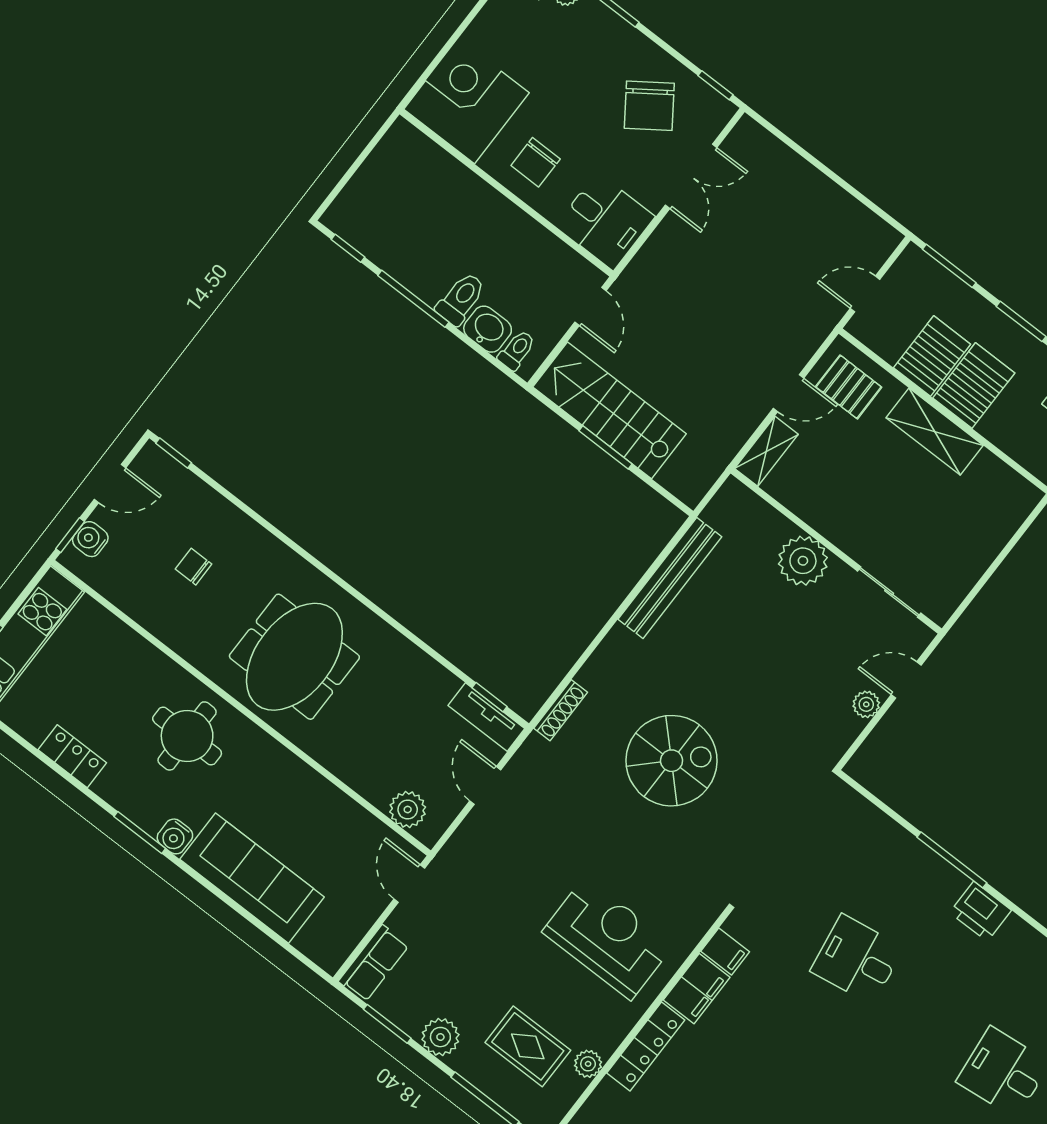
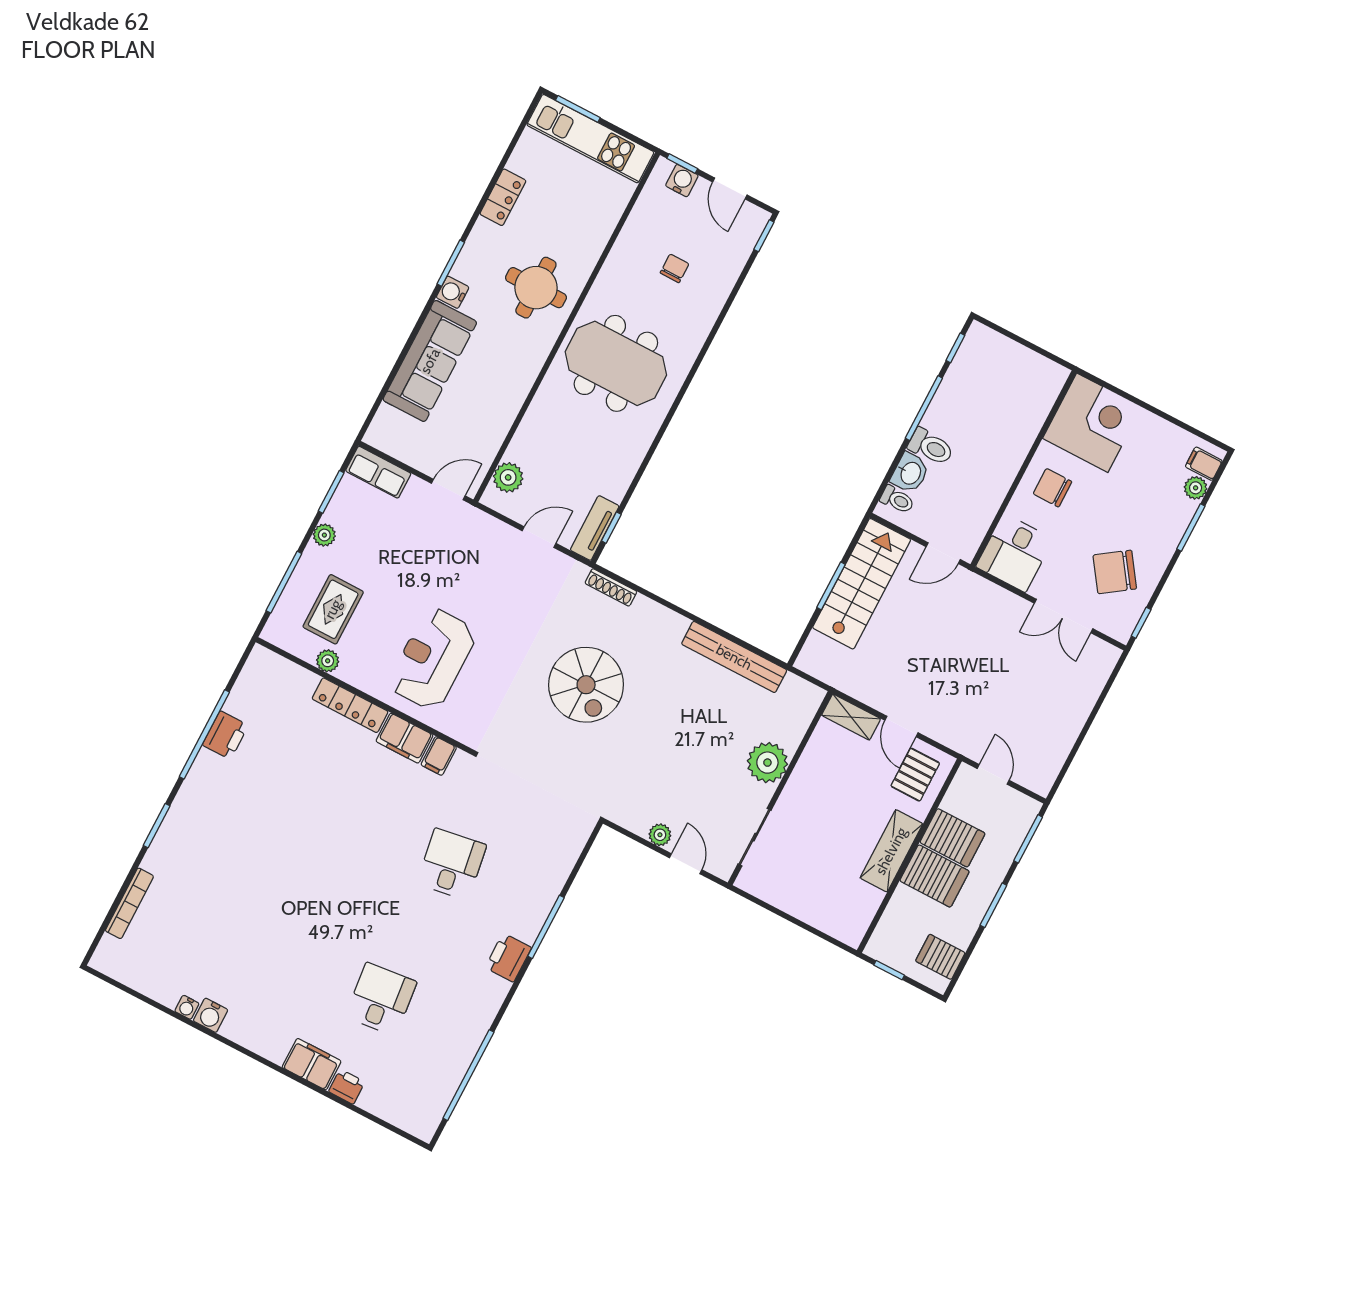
reception desk: (608, 938) -> (432, 659), turned 180
plant: (440, 1037) -> (324, 535), width x0.73, depth x0.73

